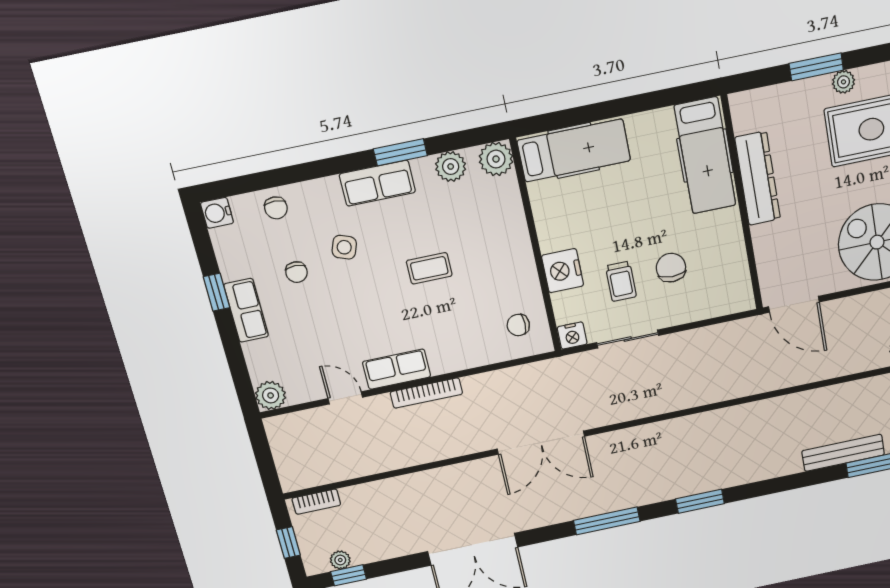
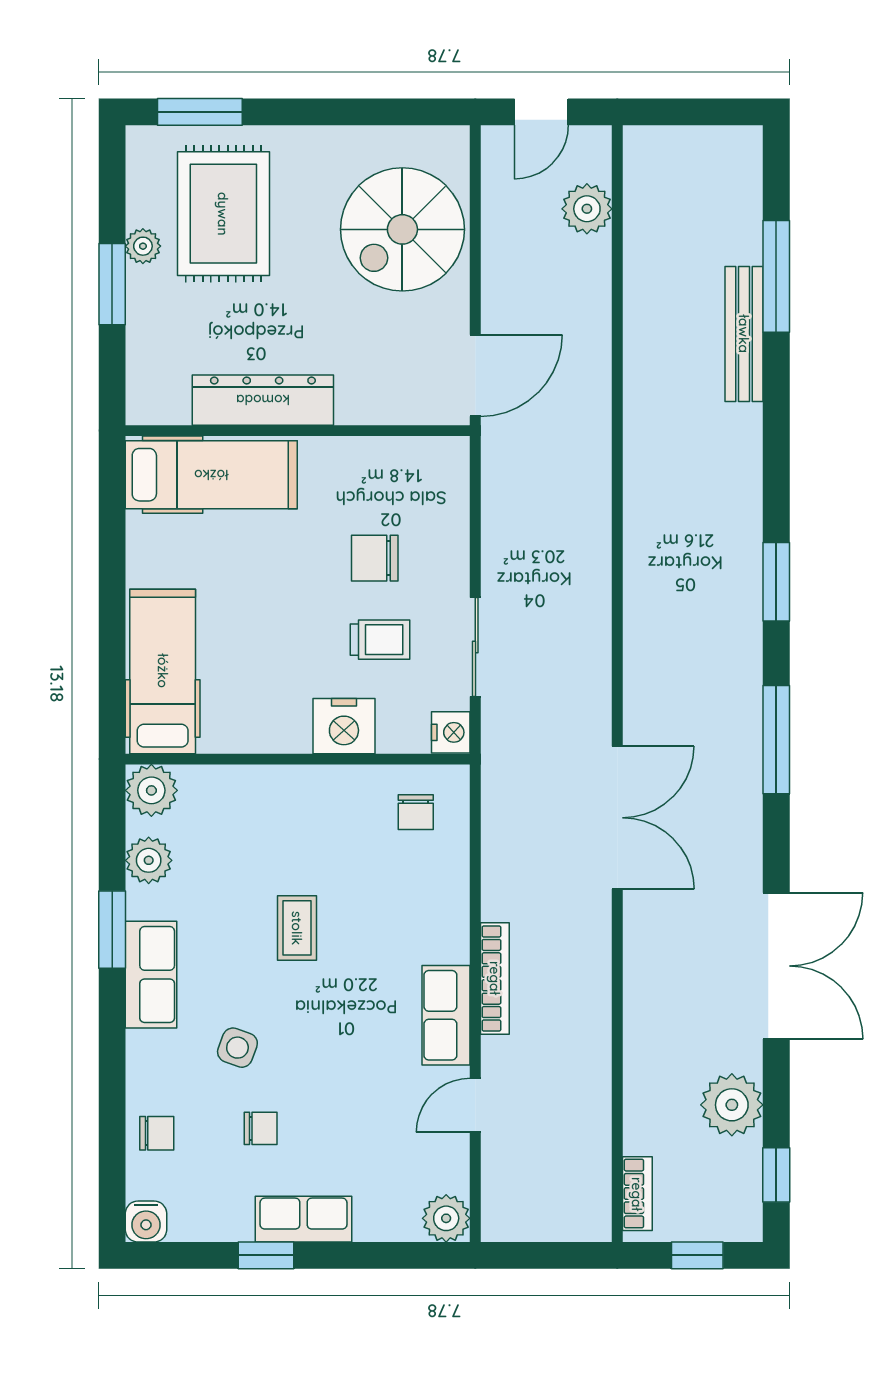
plant: (340, 560) -> (732, 1105), moved, width x1.87, depth x1.87

